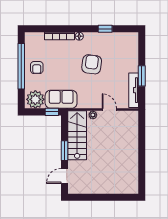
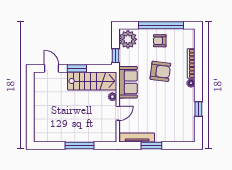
armchair: (92, 64) -> (160, 71), moved
sofa: (61, 99) -> (128, 82), moved
window: (142, 148) -> (79, 146), added

